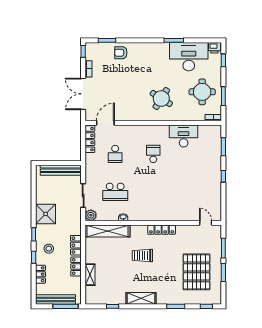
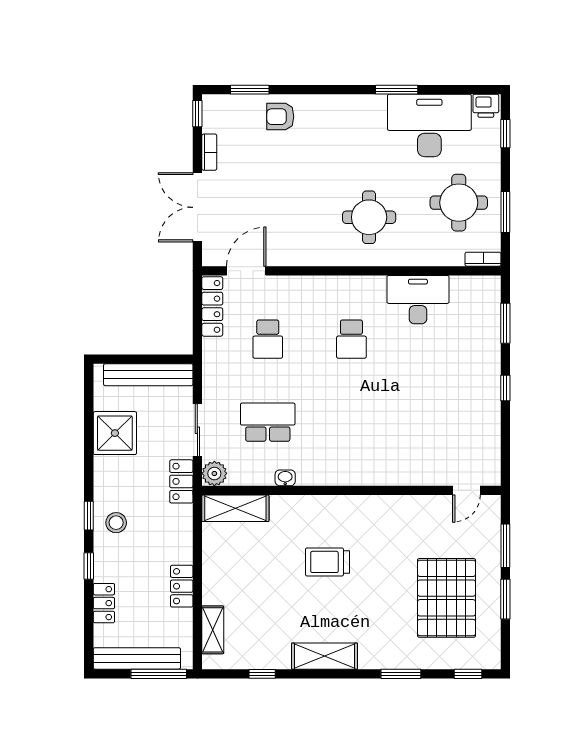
round table: (161, 99) -> (369, 217), turned -32
school desk: (153, 154) -> (351, 339), turned 180
school desk: (115, 192) -> (268, 422), turned 180
shower: (46, 214) -> (115, 433), moved
door: (206, 223) -> (466, 490), swing flipped
locker: (162, 230) -> (370, 505), removed
shelving: (107, 231) -> (235, 508), width x0.68
locker: (76, 245) -> (181, 481), moved
stool: (49, 249) -> (116, 523), moved
shelving: (90, 275) -> (213, 630), moved

